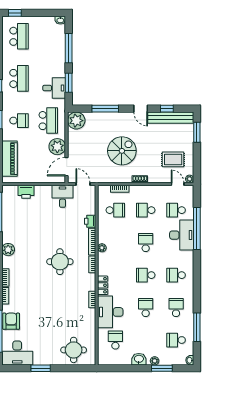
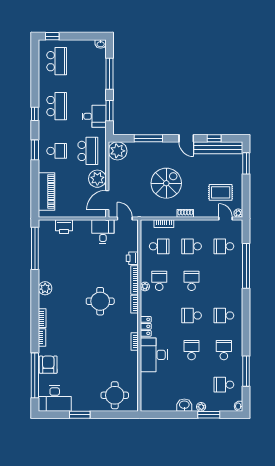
desk: (182, 235) -> (230, 273), removed
school desk: (115, 340) -> (159, 281), moved

